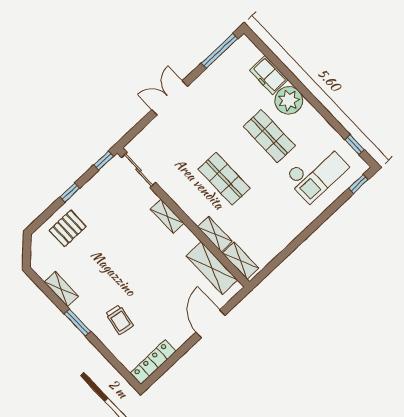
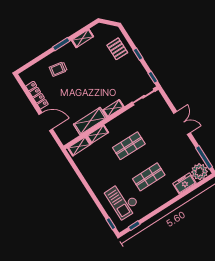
plant: (289, 100) -> (200, 172), moved
shelving: (212, 268) -> (90, 121), moved
locker: (153, 362) -> (37, 95), moved

